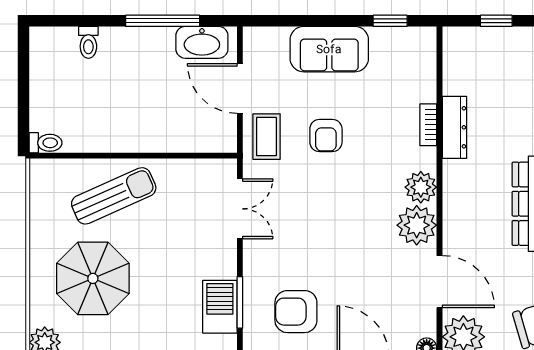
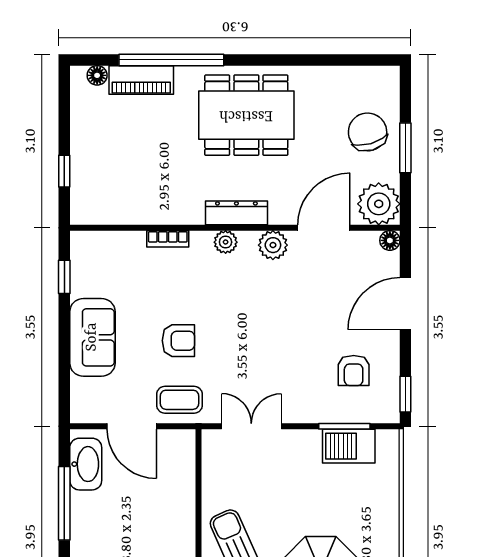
door: (240, 88) -> (132, 426), hinge flipped
dresser: (454, 127) -> (236, 213), moved
plant: (421, 187) -> (226, 242), width x0.73, depth x0.73
plant: (417, 225) -> (273, 245), width x0.73, depth x0.73
armchair: (296, 312) -> (354, 371), width x0.72, depth x0.72

